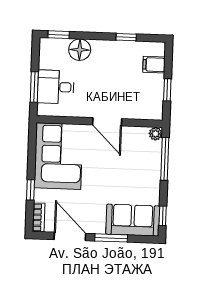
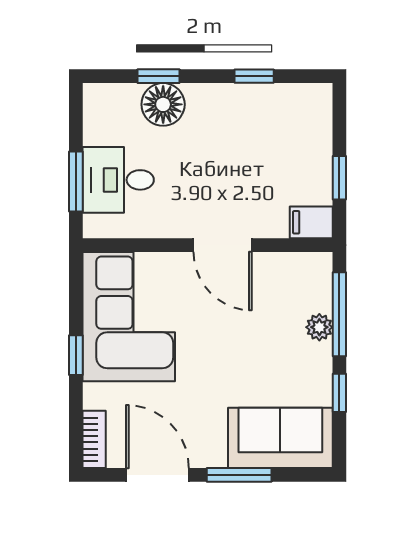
window: (59, 35) -> (159, 76), moved
filing cabinet: (154, 65) -> (311, 222), moved
plant: (156, 134) -> (319, 327), moved
window: (30, 190) -> (76, 355), moved
window: (163, 216) -> (339, 393), moved

